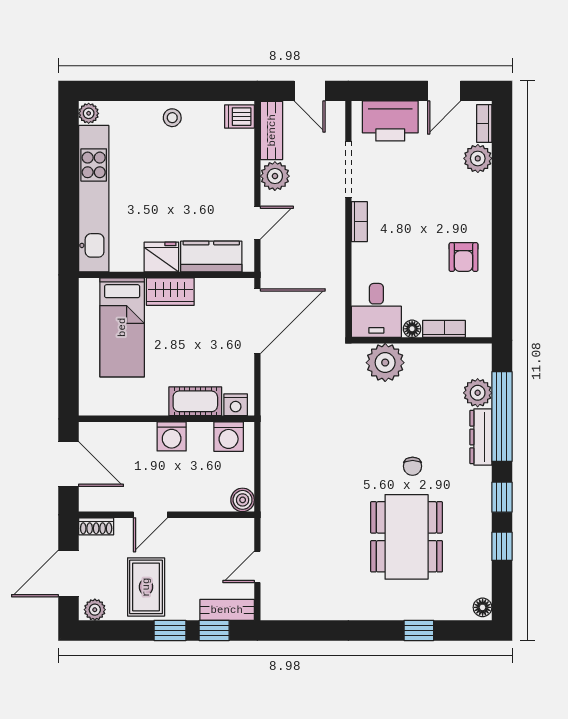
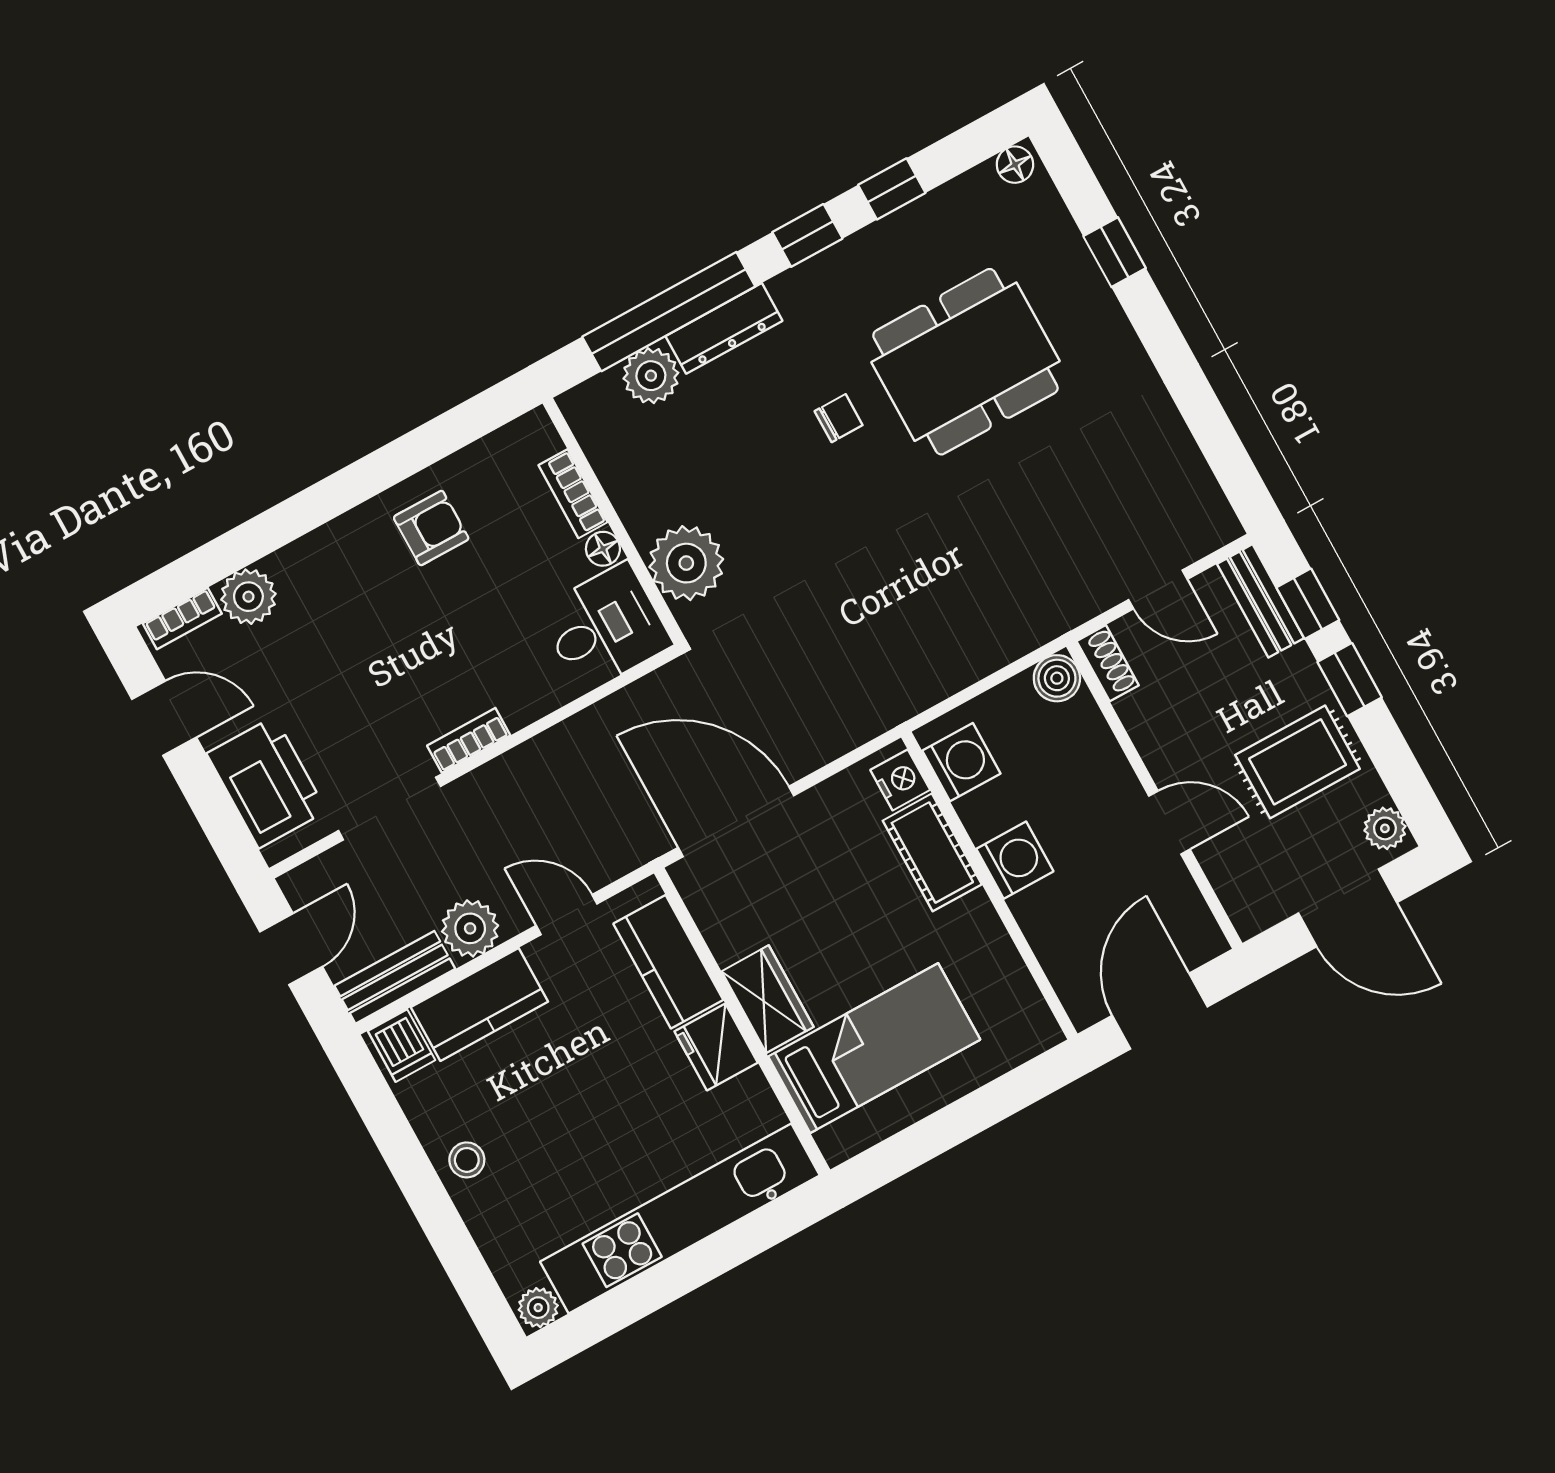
kitchen counter: (239, 162) -> (479, 1004), added
shoe rack: (96, 526) -> (1108, 663), moved

